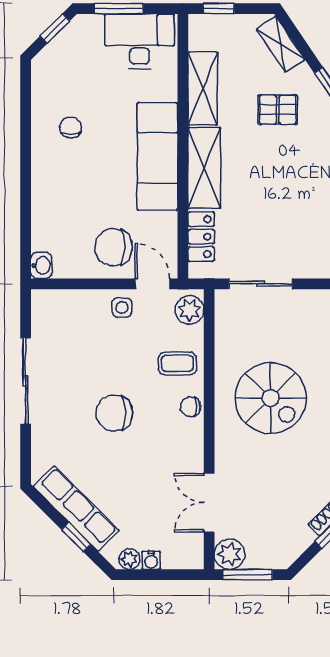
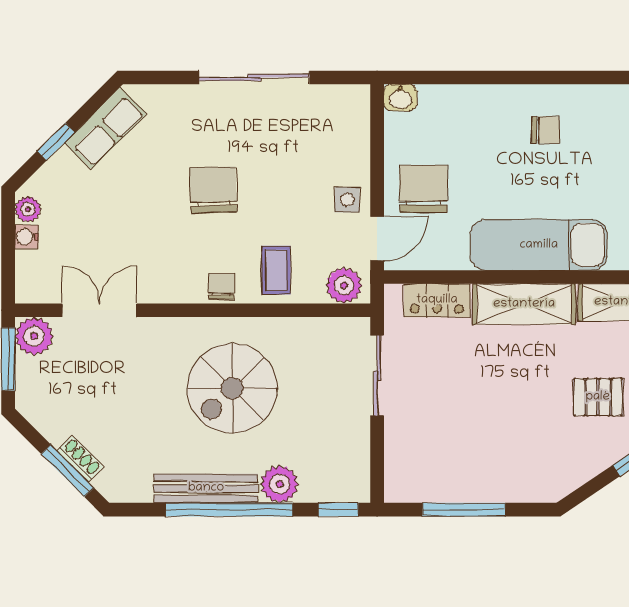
pallet: (278, 110) -> (598, 397), turned 90
chair: (71, 127) -> (546, 130), moved
row of seats: (76, 508) -> (105, 128), width x0.68

